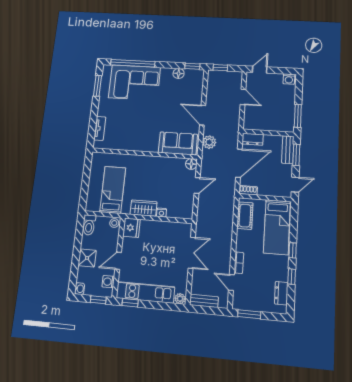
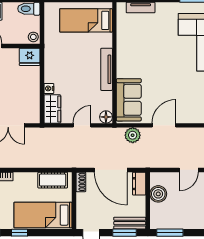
boiler: (263, 124) -> (158, 194), added
tv unit: (150, 161) -> (107, 69), added
door: (197, 186) -> (82, 125), swing flipped
bed: (113, 190) -> (86, 20), moved, turned 180
wardrobe: (144, 208) -> (52, 109), moved

